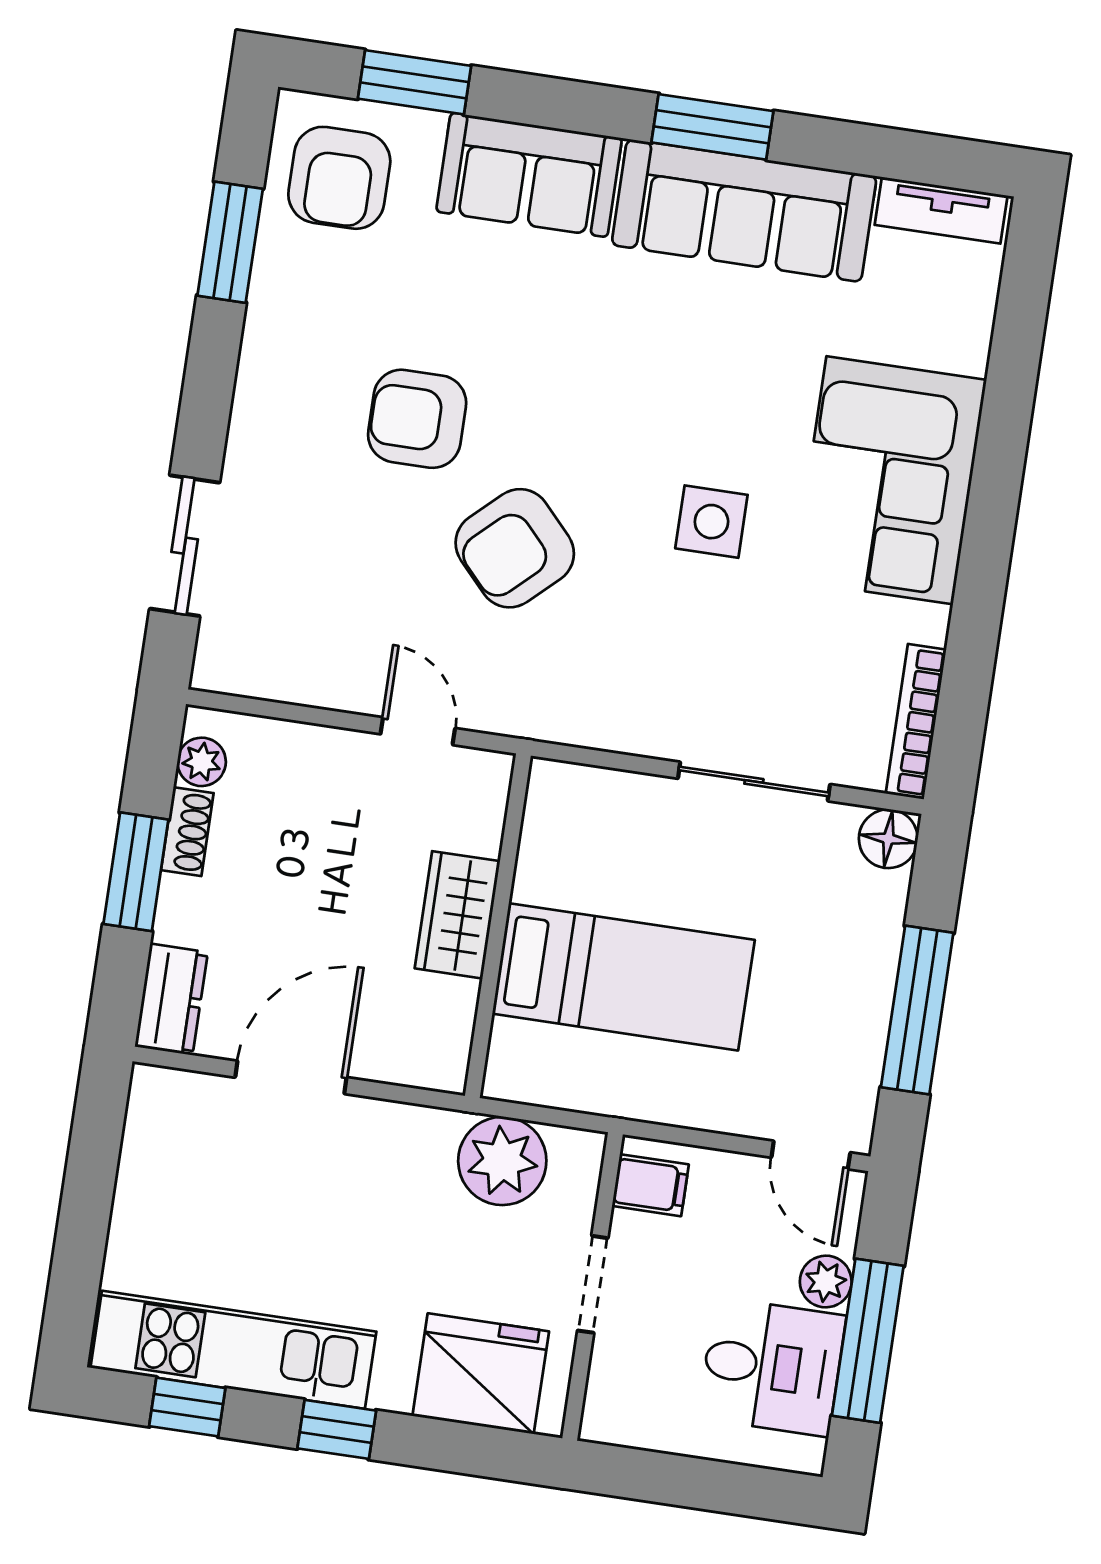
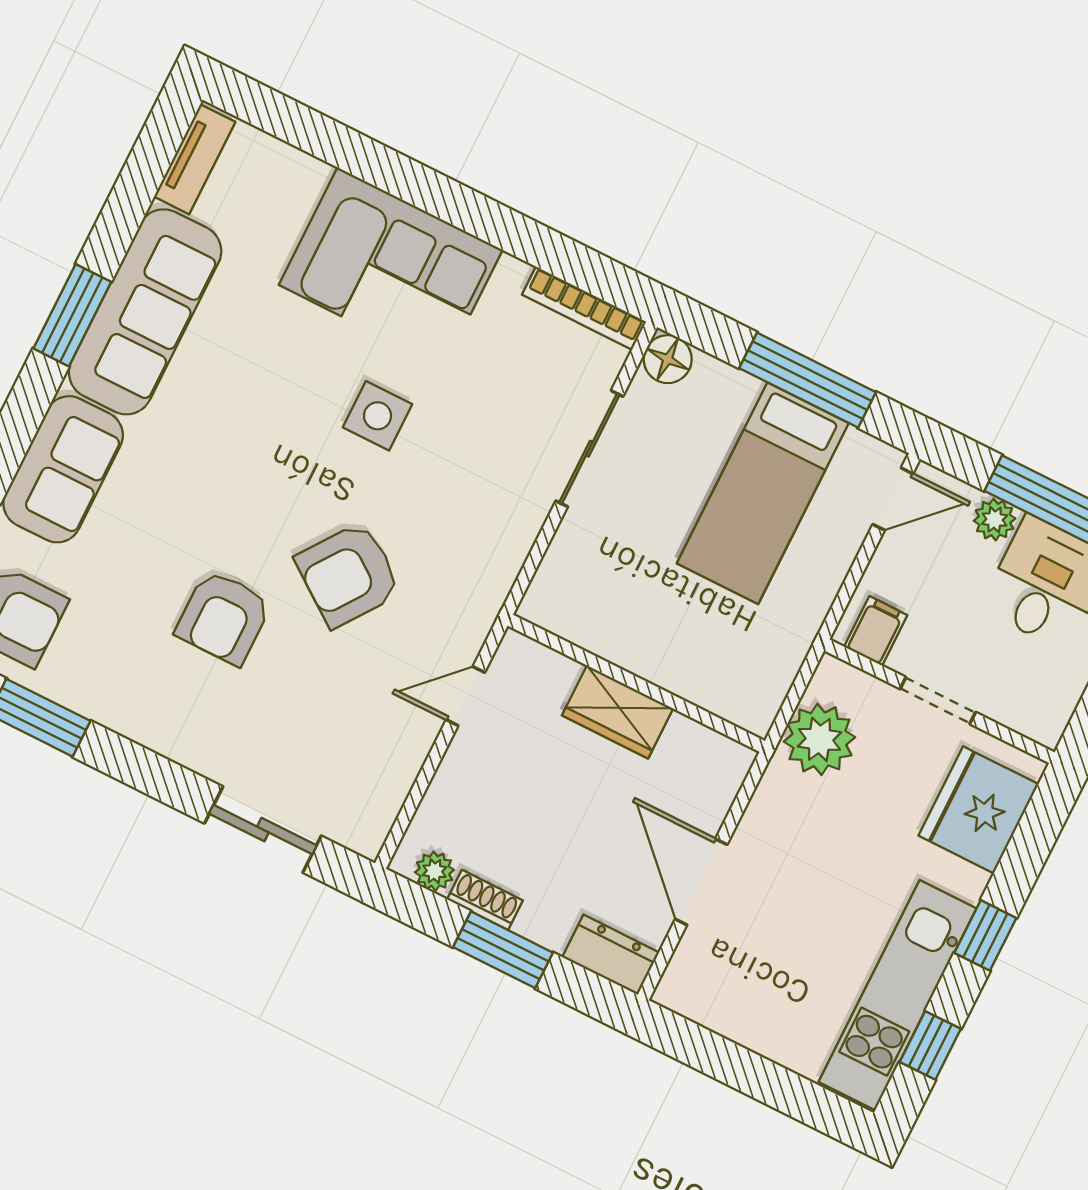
armchair: (515, 548) -> (348, 575), turned 79
bed: (623, 977) -> (763, 493), moved, turned 180

